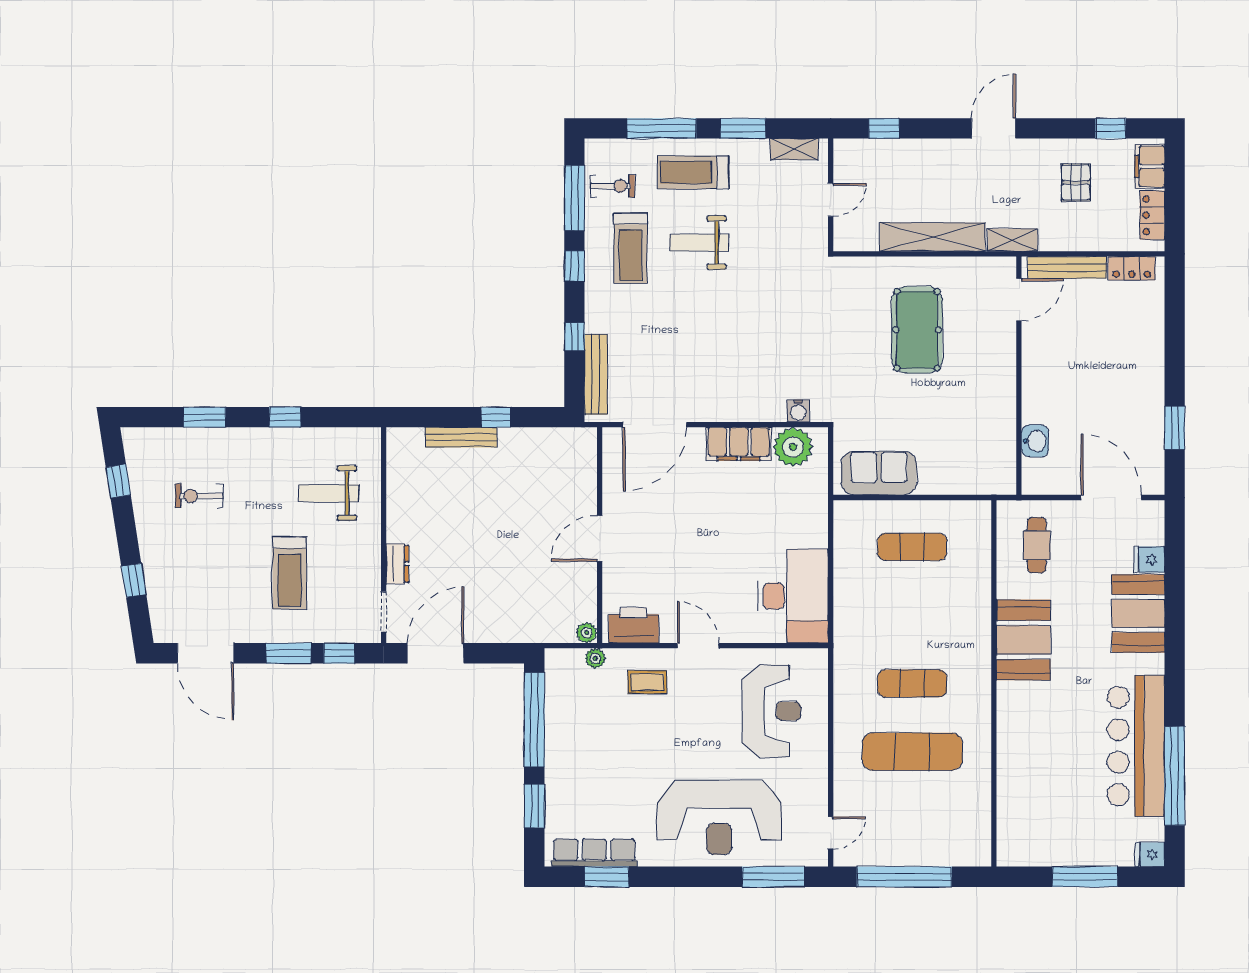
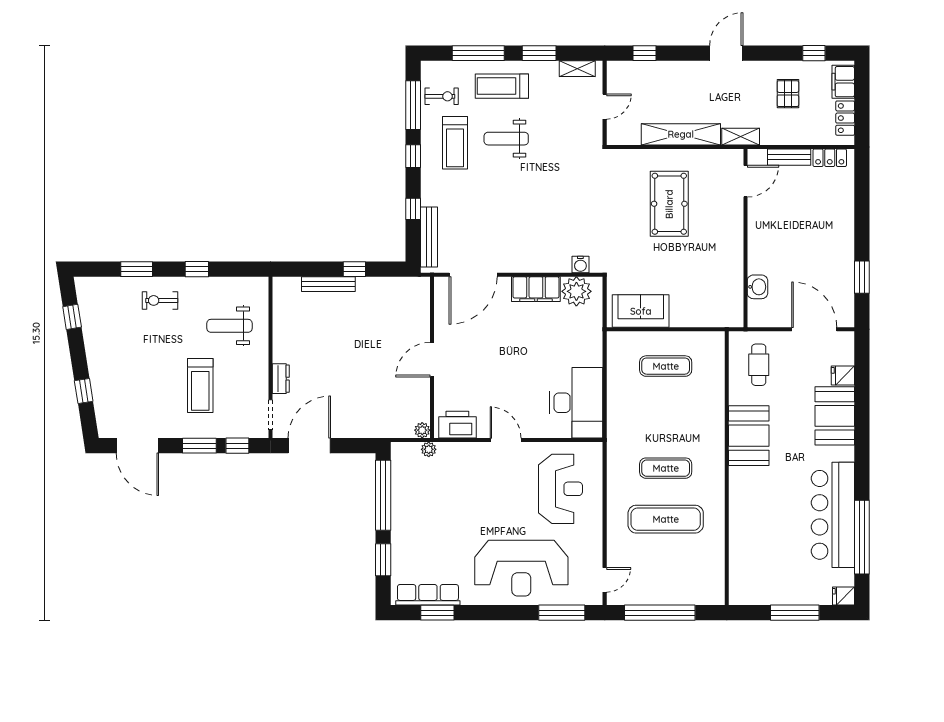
bench: (1067, 267) -> (789, 157), width x0.73
exercise bike: (199, 496) -> (160, 300), moved
coffee table: (647, 682) -> (468, 467), removed

